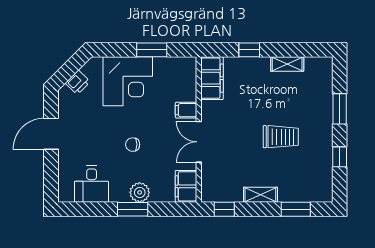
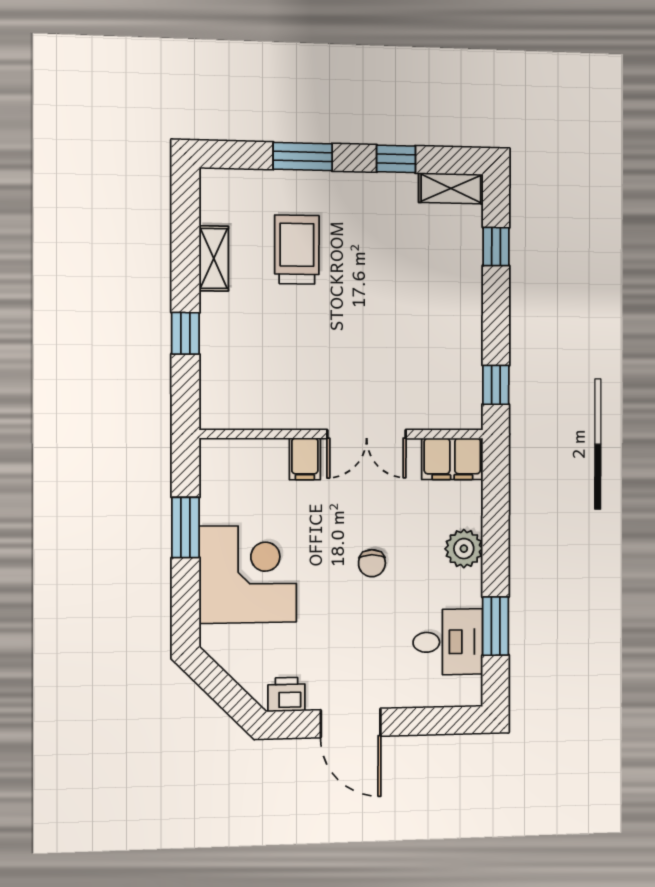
filing cabinet: (212, 78) -> (242, 408), removed
printer: (78, 82) -> (286, 694), moved, turned -45
trolley: (281, 137) -> (297, 250), moved
shelving: (260, 195) -> (451, 188), moved, turned 90
window: (133, 209) -> (496, 626), moved
window: (296, 209) -> (496, 247), width x0.67

